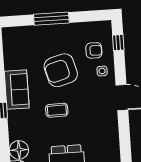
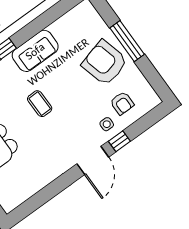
window: (118, 43) -> (119, 141), moved
armchair: (61, 70) -> (105, 63), moved

